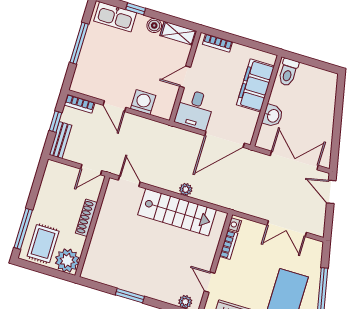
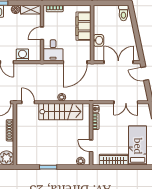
toilet: (288, 72) -> (123, 13), moved

